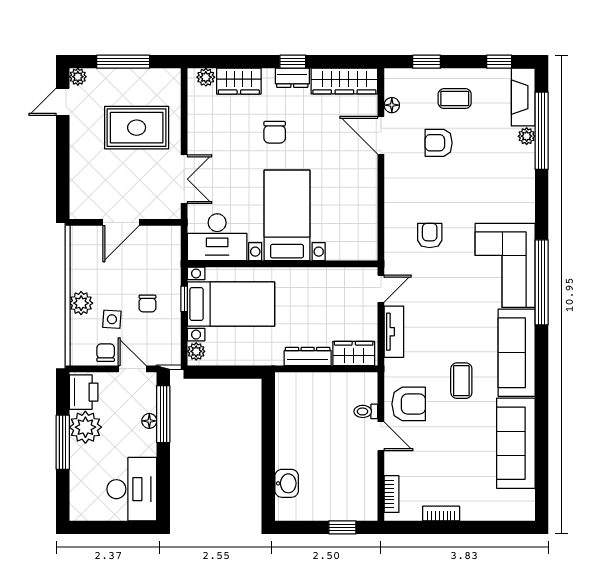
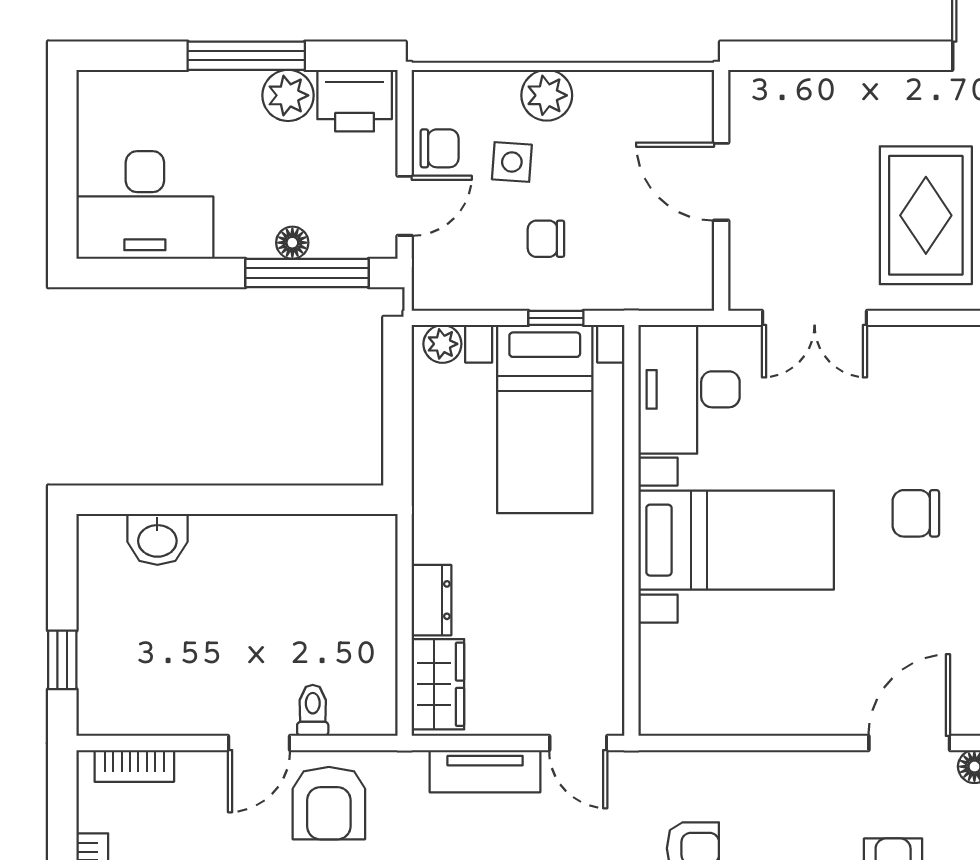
dresser: (308, 356) -> (432, 600), width x0.70
plant: (85, 427) -> (288, 95), width x0.73, depth x0.73

